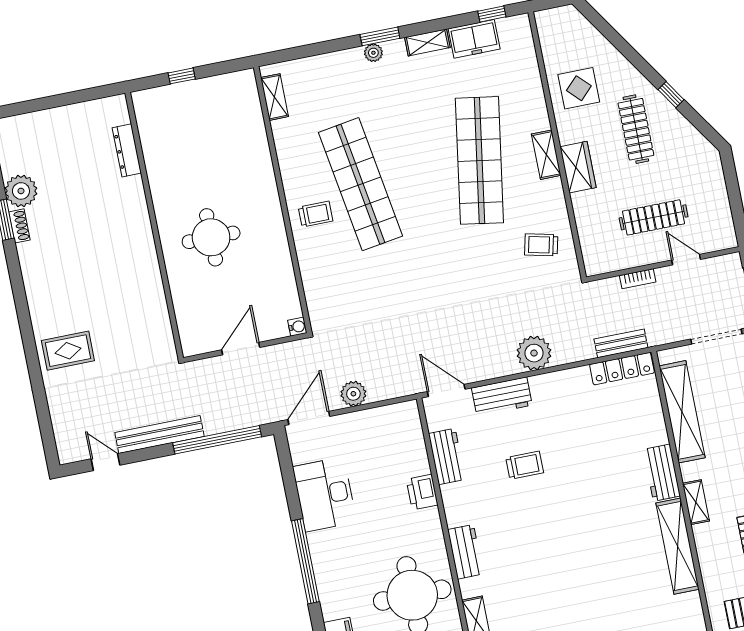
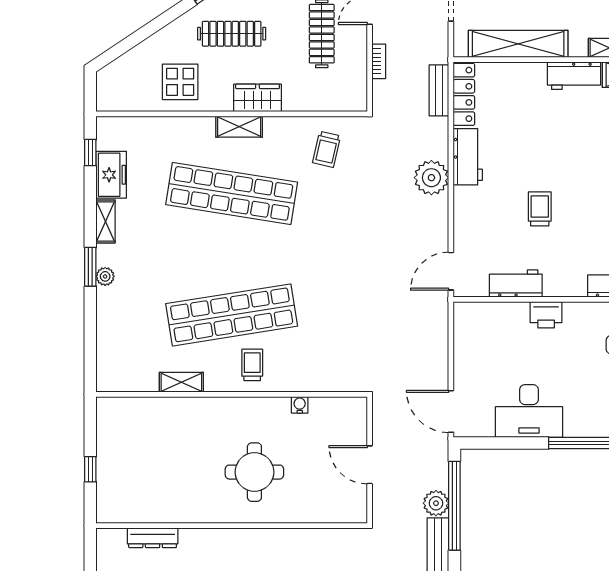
shelving: (275, 97) -> (181, 382), moved
water cooler: (297, 327) -> (300, 405), moved
plant: (353, 394) -> (436, 503), moved
workbench: (502, 397) -> (468, 157), moved

